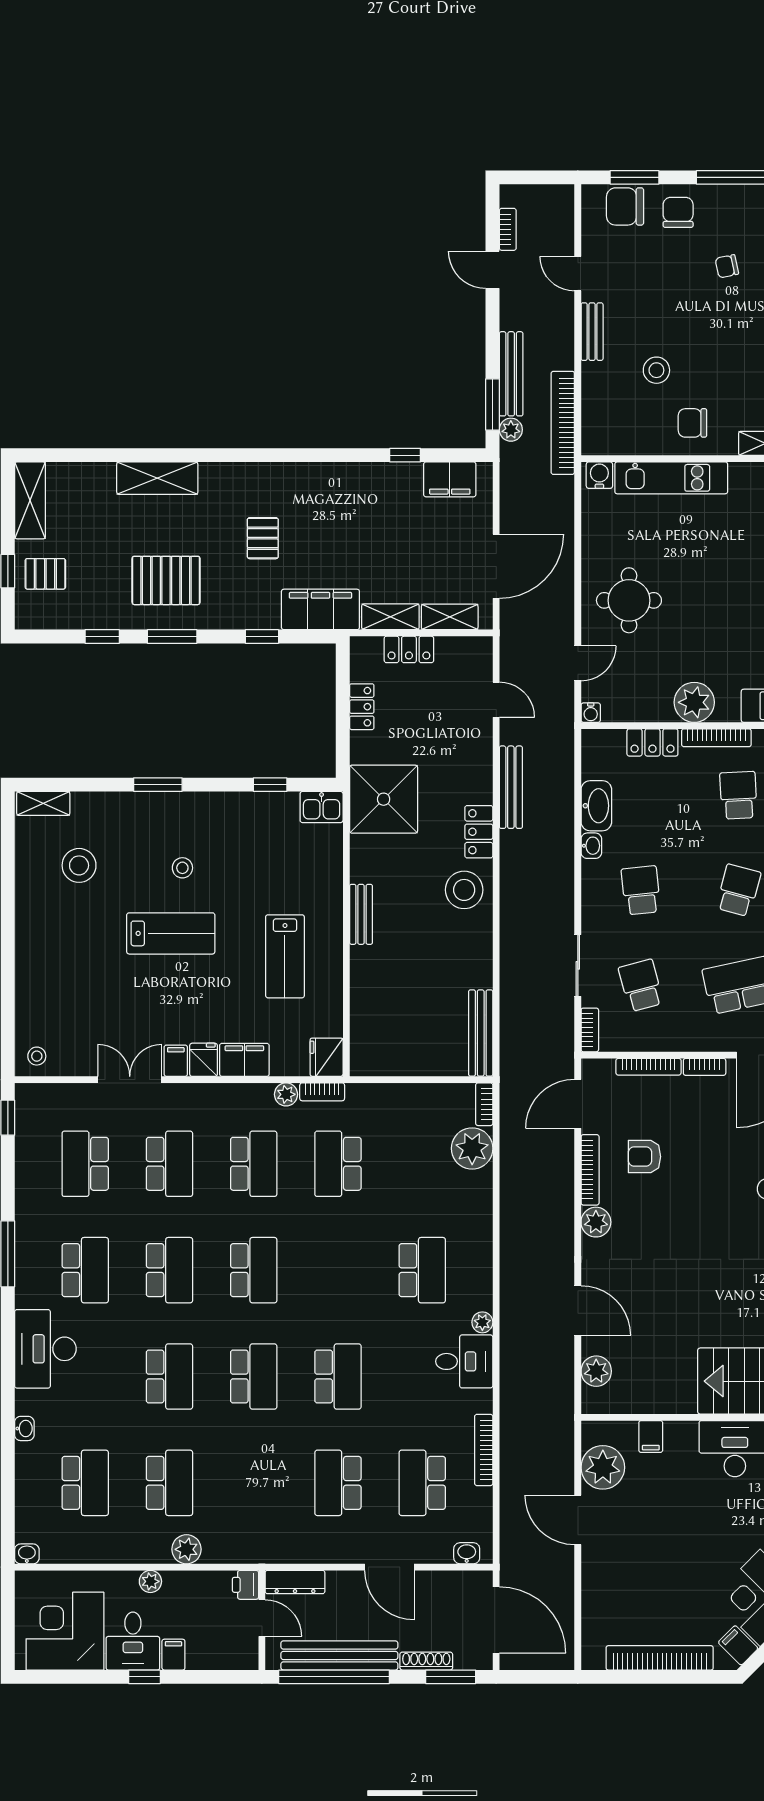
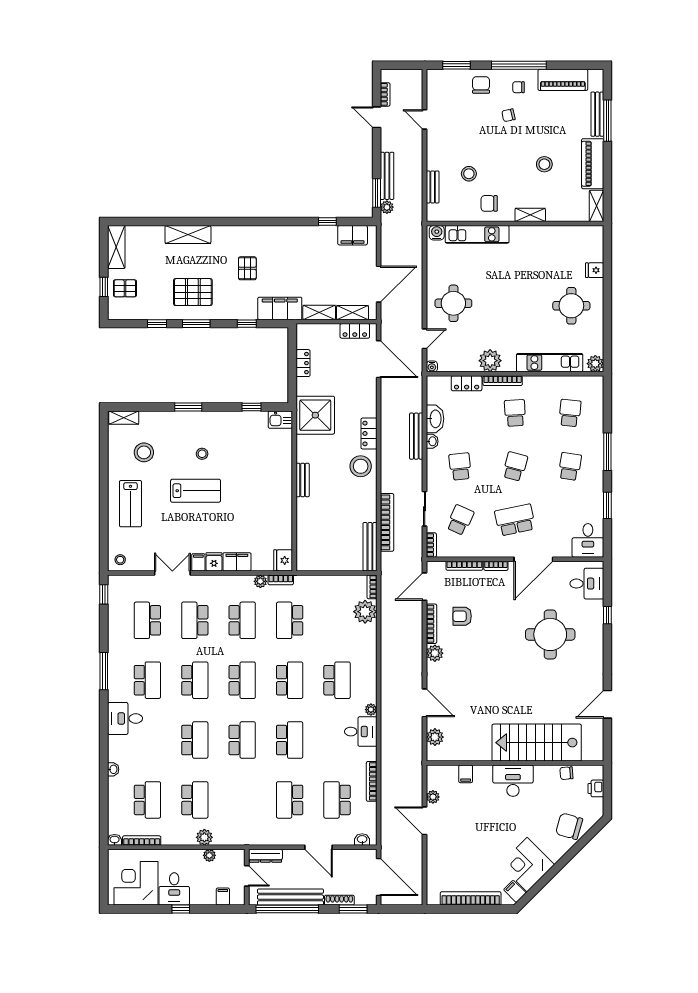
chair: (625, 206) -> (519, 87), moved, width x0.54, depth x0.54
bench: (592, 332) -> (433, 187), moved
bookcase: (563, 423) -> (387, 522), moved, turned 180
locker: (409, 649) -> (355, 331), moved
door: (496, 700) -> (379, 359), width x1.87
bench: (511, 787) -> (416, 436), moved
lab bench: (285, 956) -> (130, 504), moved
school desk: (641, 985) -> (460, 520), turned 39
school desk: (169, 1164) -> (195, 620), turned 180
school desk: (338, 1270) -> (290, 680), added
desk: (45, 1349) -> (125, 718), width x0.73
plant: (603, 1467) -> (433, 797), width x0.53, depth x0.53
bookcase: (75, 1555) -> (142, 841), added
plant: (150, 1581) -> (209, 855), moved
printer: (245, 1585) -> (238, 857), removed
filing cabinet: (173, 1655) -> (223, 897), moved

